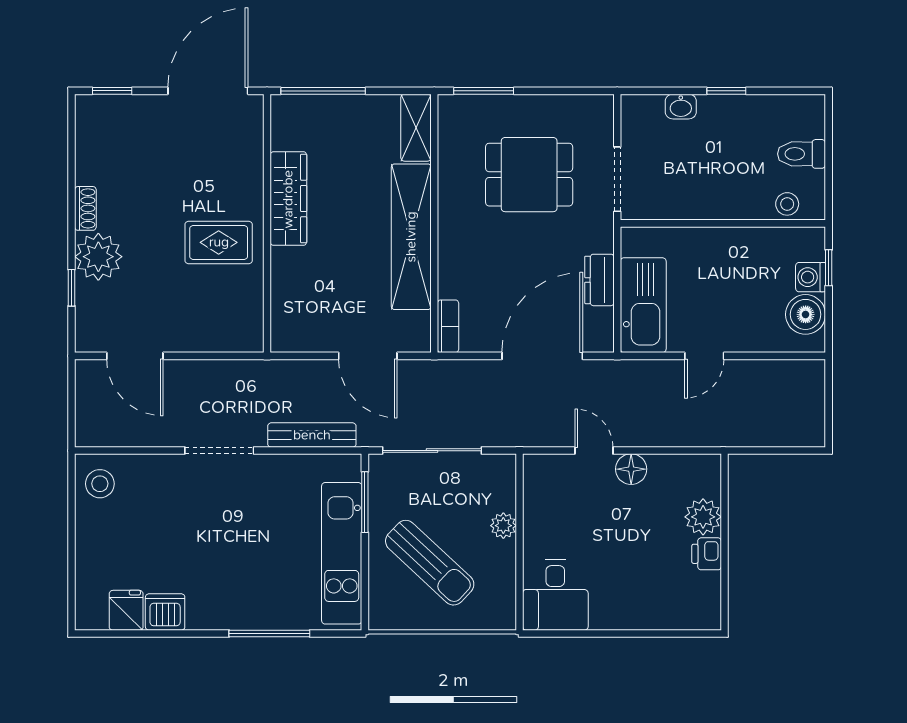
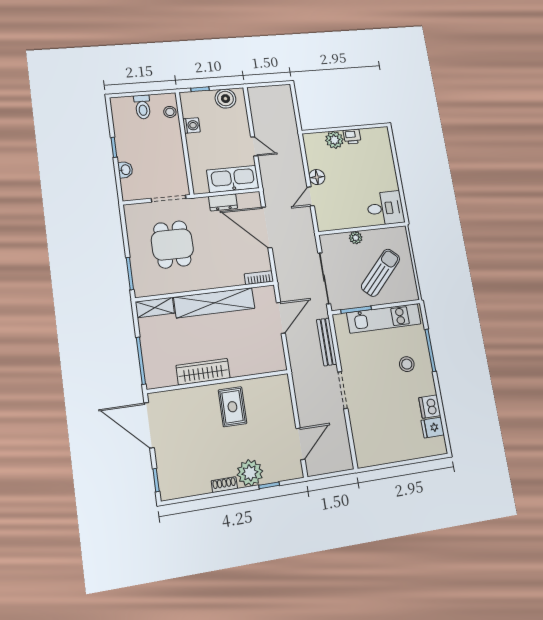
washing machine: (811, 277) -> (191, 125), moved, turned -90
stool: (100, 484) -> (407, 364), moved

